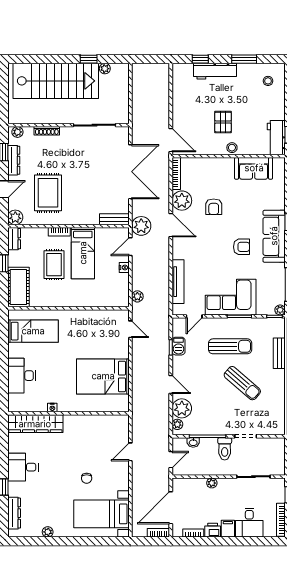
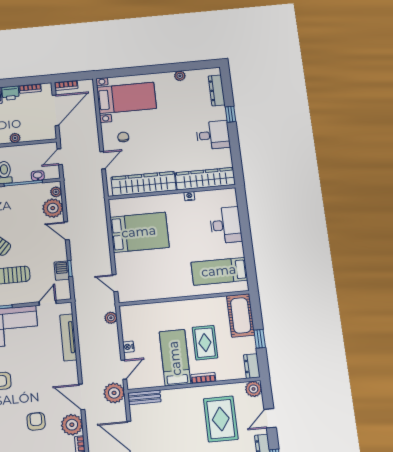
wardrobe: (94, 424) -> (144, 184), added
chair: (87, 478) -> (123, 137), moved

